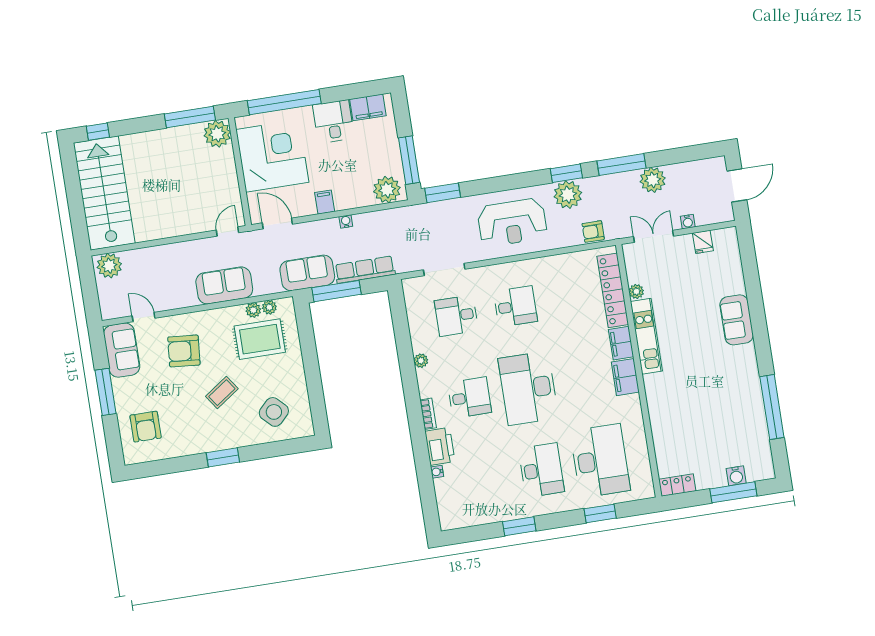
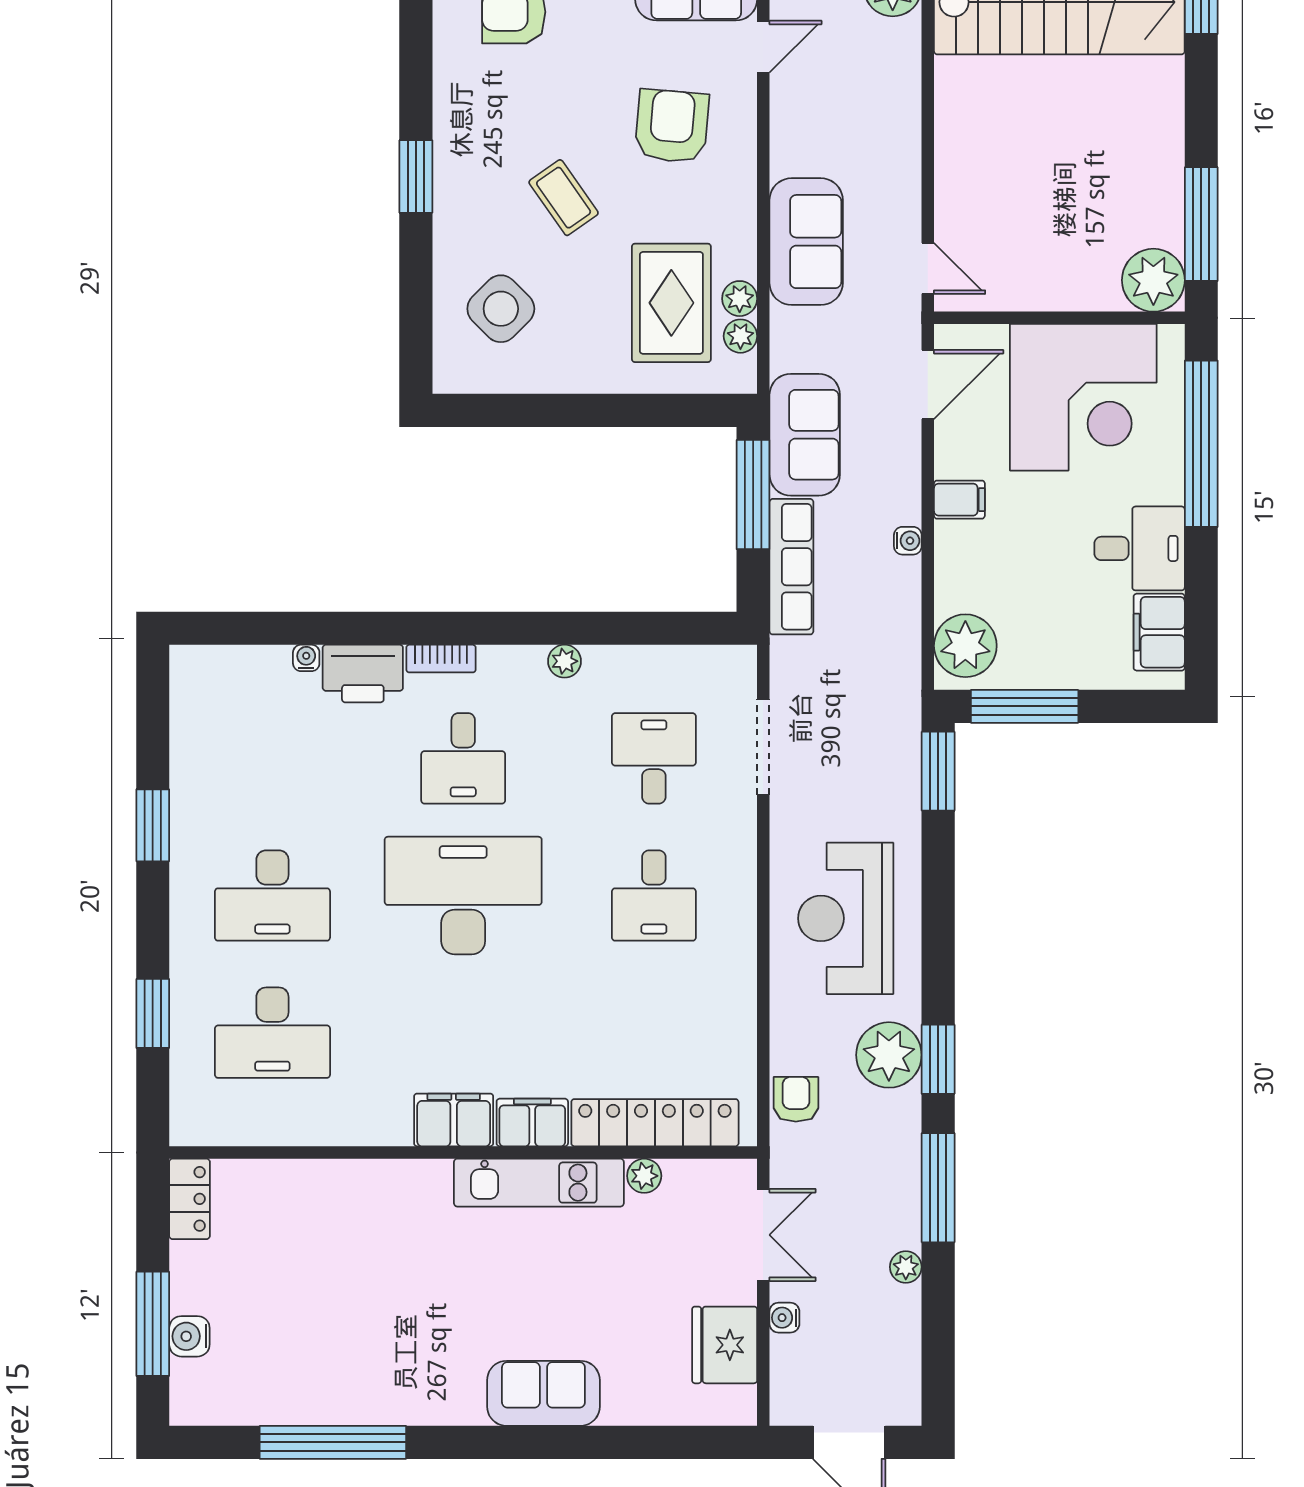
plant: (653, 180) -> (906, 1267), width x0.53, depth x0.53
fridge: (703, 242) -> (725, 1345), width x1.88, depth x1.34
desk: (600, 461) -> (272, 1033), width x0.73, depth x0.77

